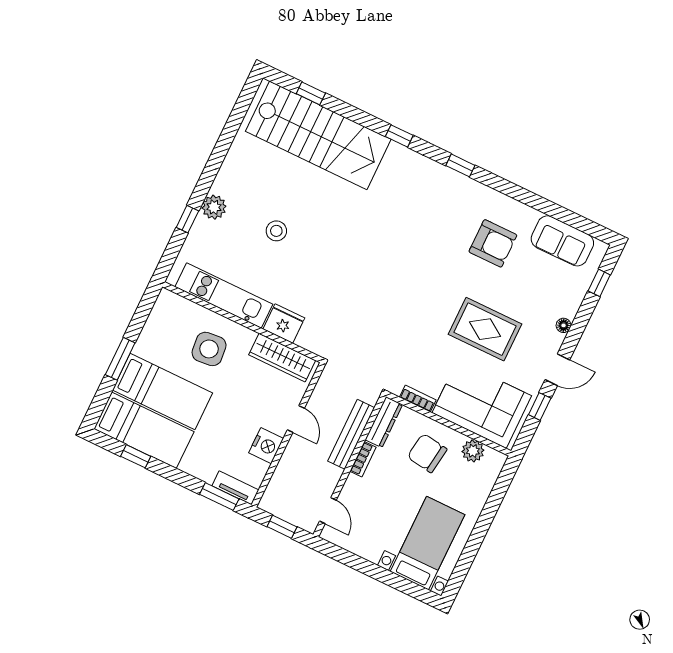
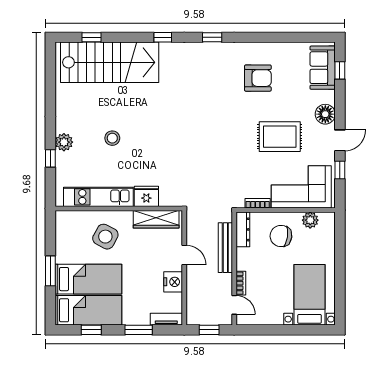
sofa: (562, 241) -> (323, 68), moved, turned 90
floor lamp: (564, 325) -> (325, 114), width x1.89, depth x1.89
side table: (209, 349) -> (105, 237), turned 34
bookcase: (363, 459) -> (241, 283), moved
window: (219, 497) -> (139, 330), moved

